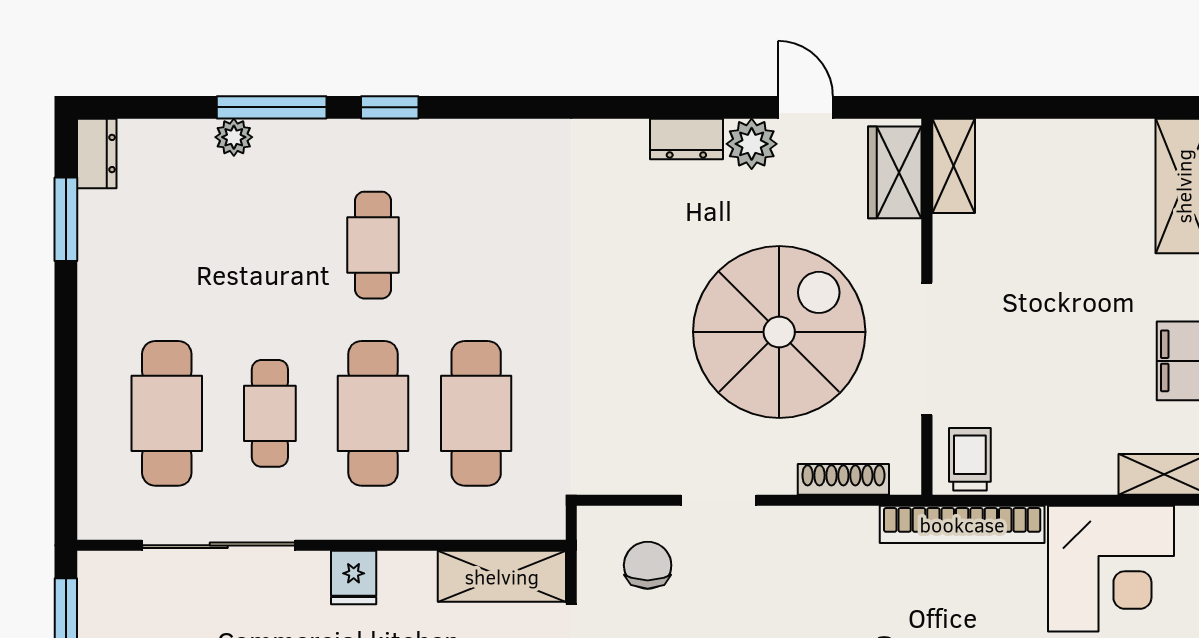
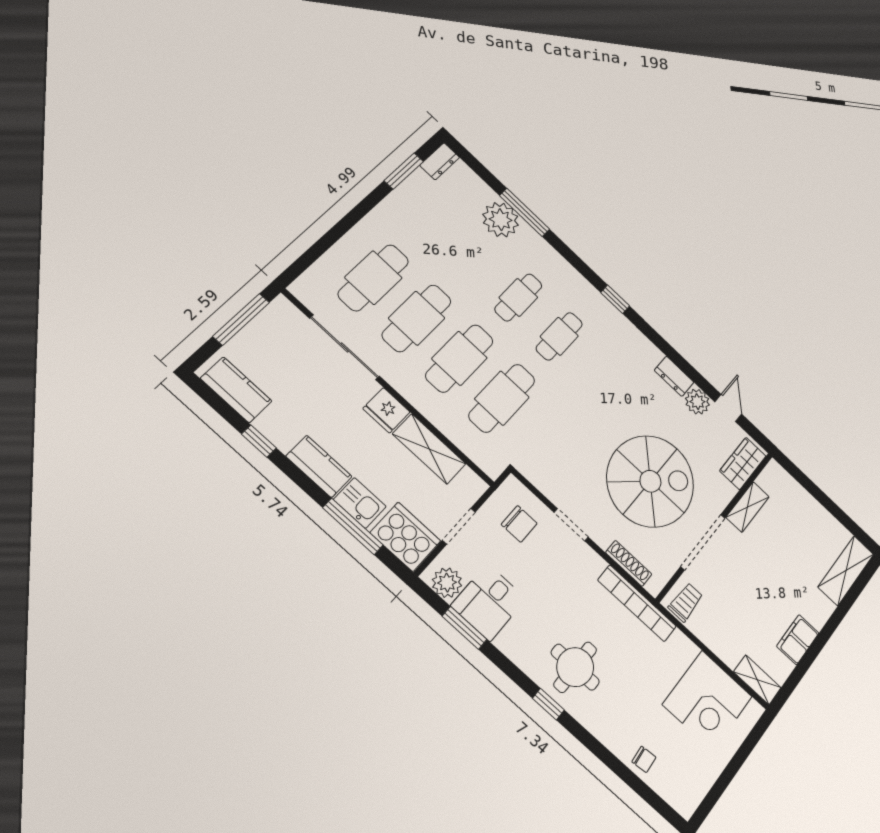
window: (390, 107) -> (615, 299), moved
plant: (234, 137) -> (501, 220), width x1.88, depth x1.88
shelving: (954, 166) -> (748, 507), moved
cafe table: (476, 245) -> (559, 336), added
cafe table: (270, 413) -> (417, 318), width x1.37, depth x1.35
bookcase: (962, 524) -> (637, 603), moved
chair: (648, 565) -> (519, 524), turned 90
shelving: (502, 576) -> (429, 449), moved
fridge: (354, 578) -> (386, 410), width x1.38

